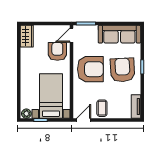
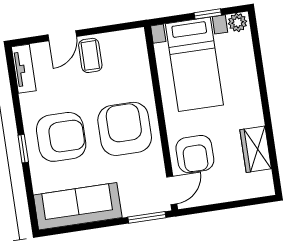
wardrobe: (27, 36) -> (256, 149), moved
armchair: (90, 69) -> (125, 129), turned 90
armchair: (122, 70) -> (61, 137), turned -87
door: (84, 120) -> (62, 36), moved

